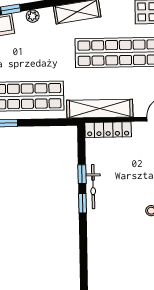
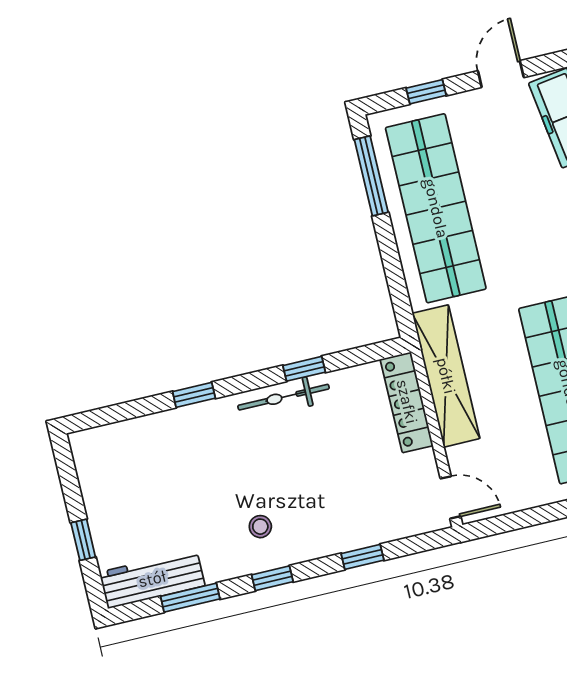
window: (82, 203) -> (194, 395), moved

